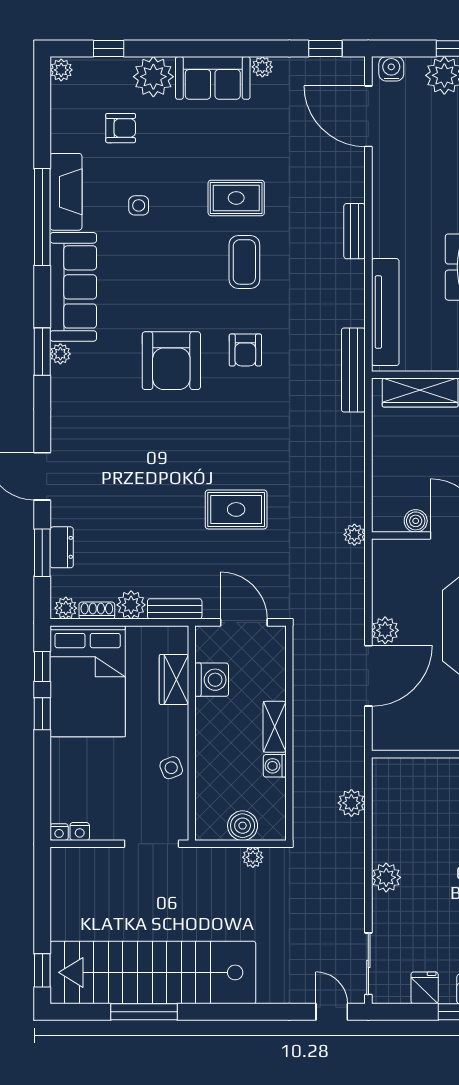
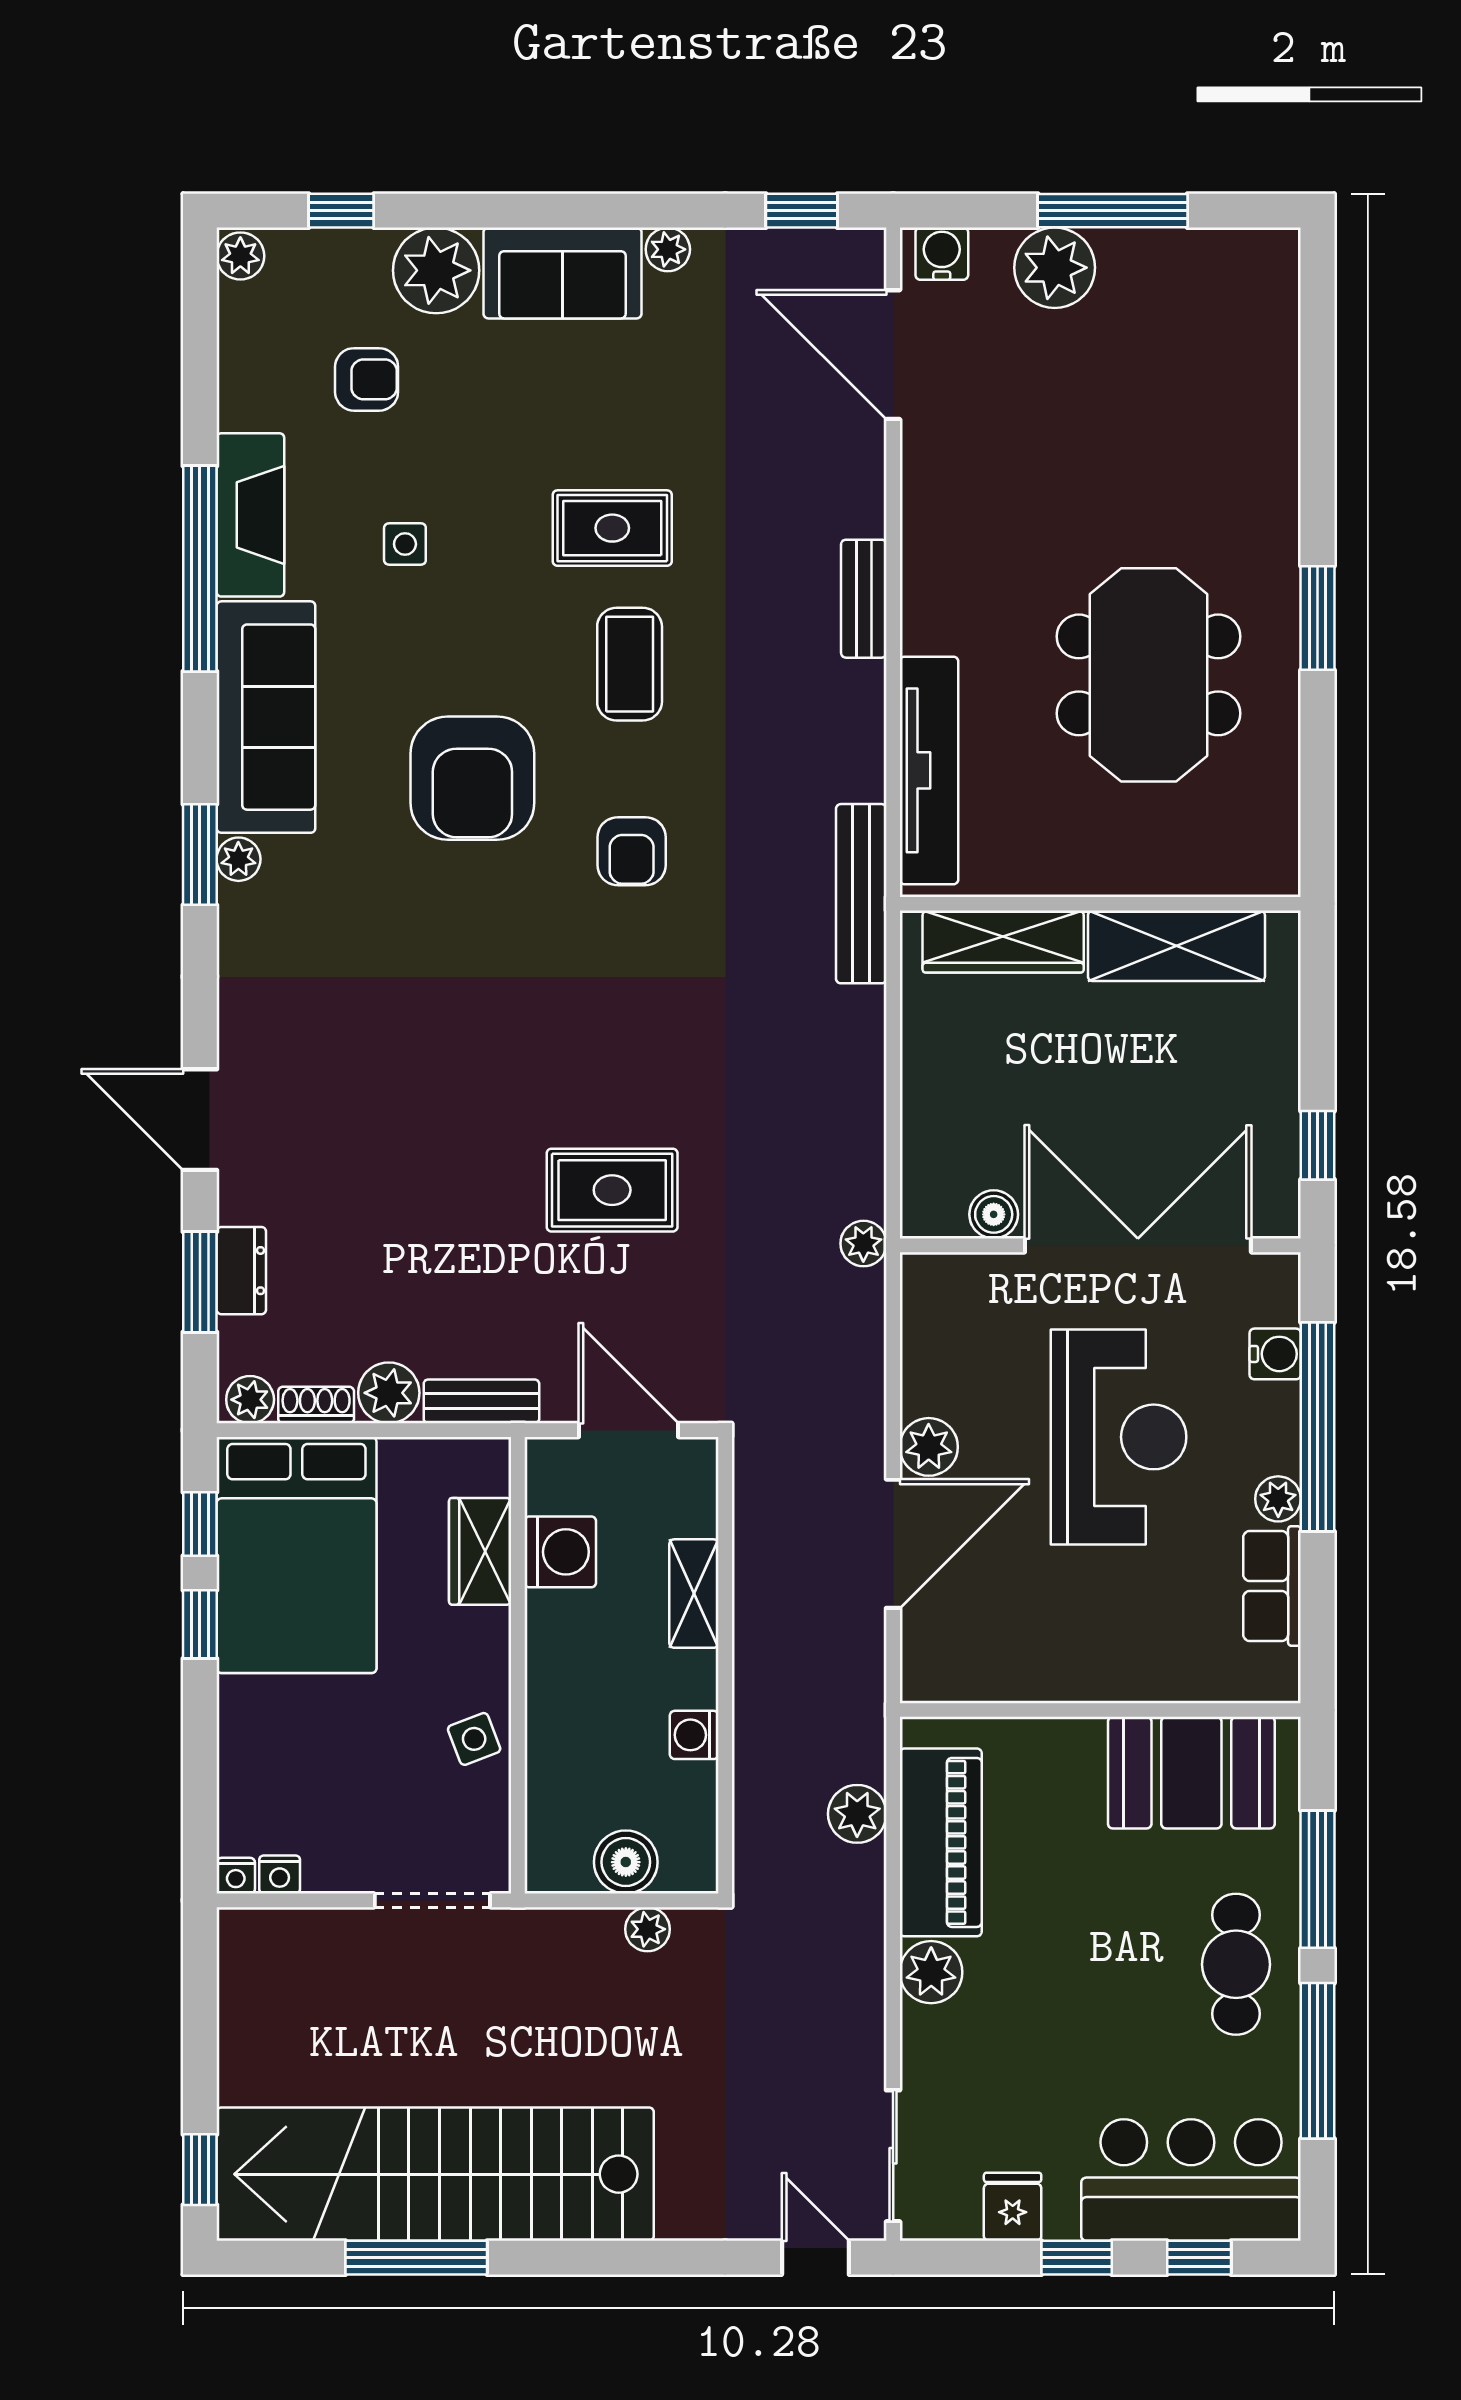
armchair: (171, 361) -> (472, 778), moved
shelving: (275, 727) -> (694, 1594), moved
piano: (391, 816) -> (941, 1842), added

